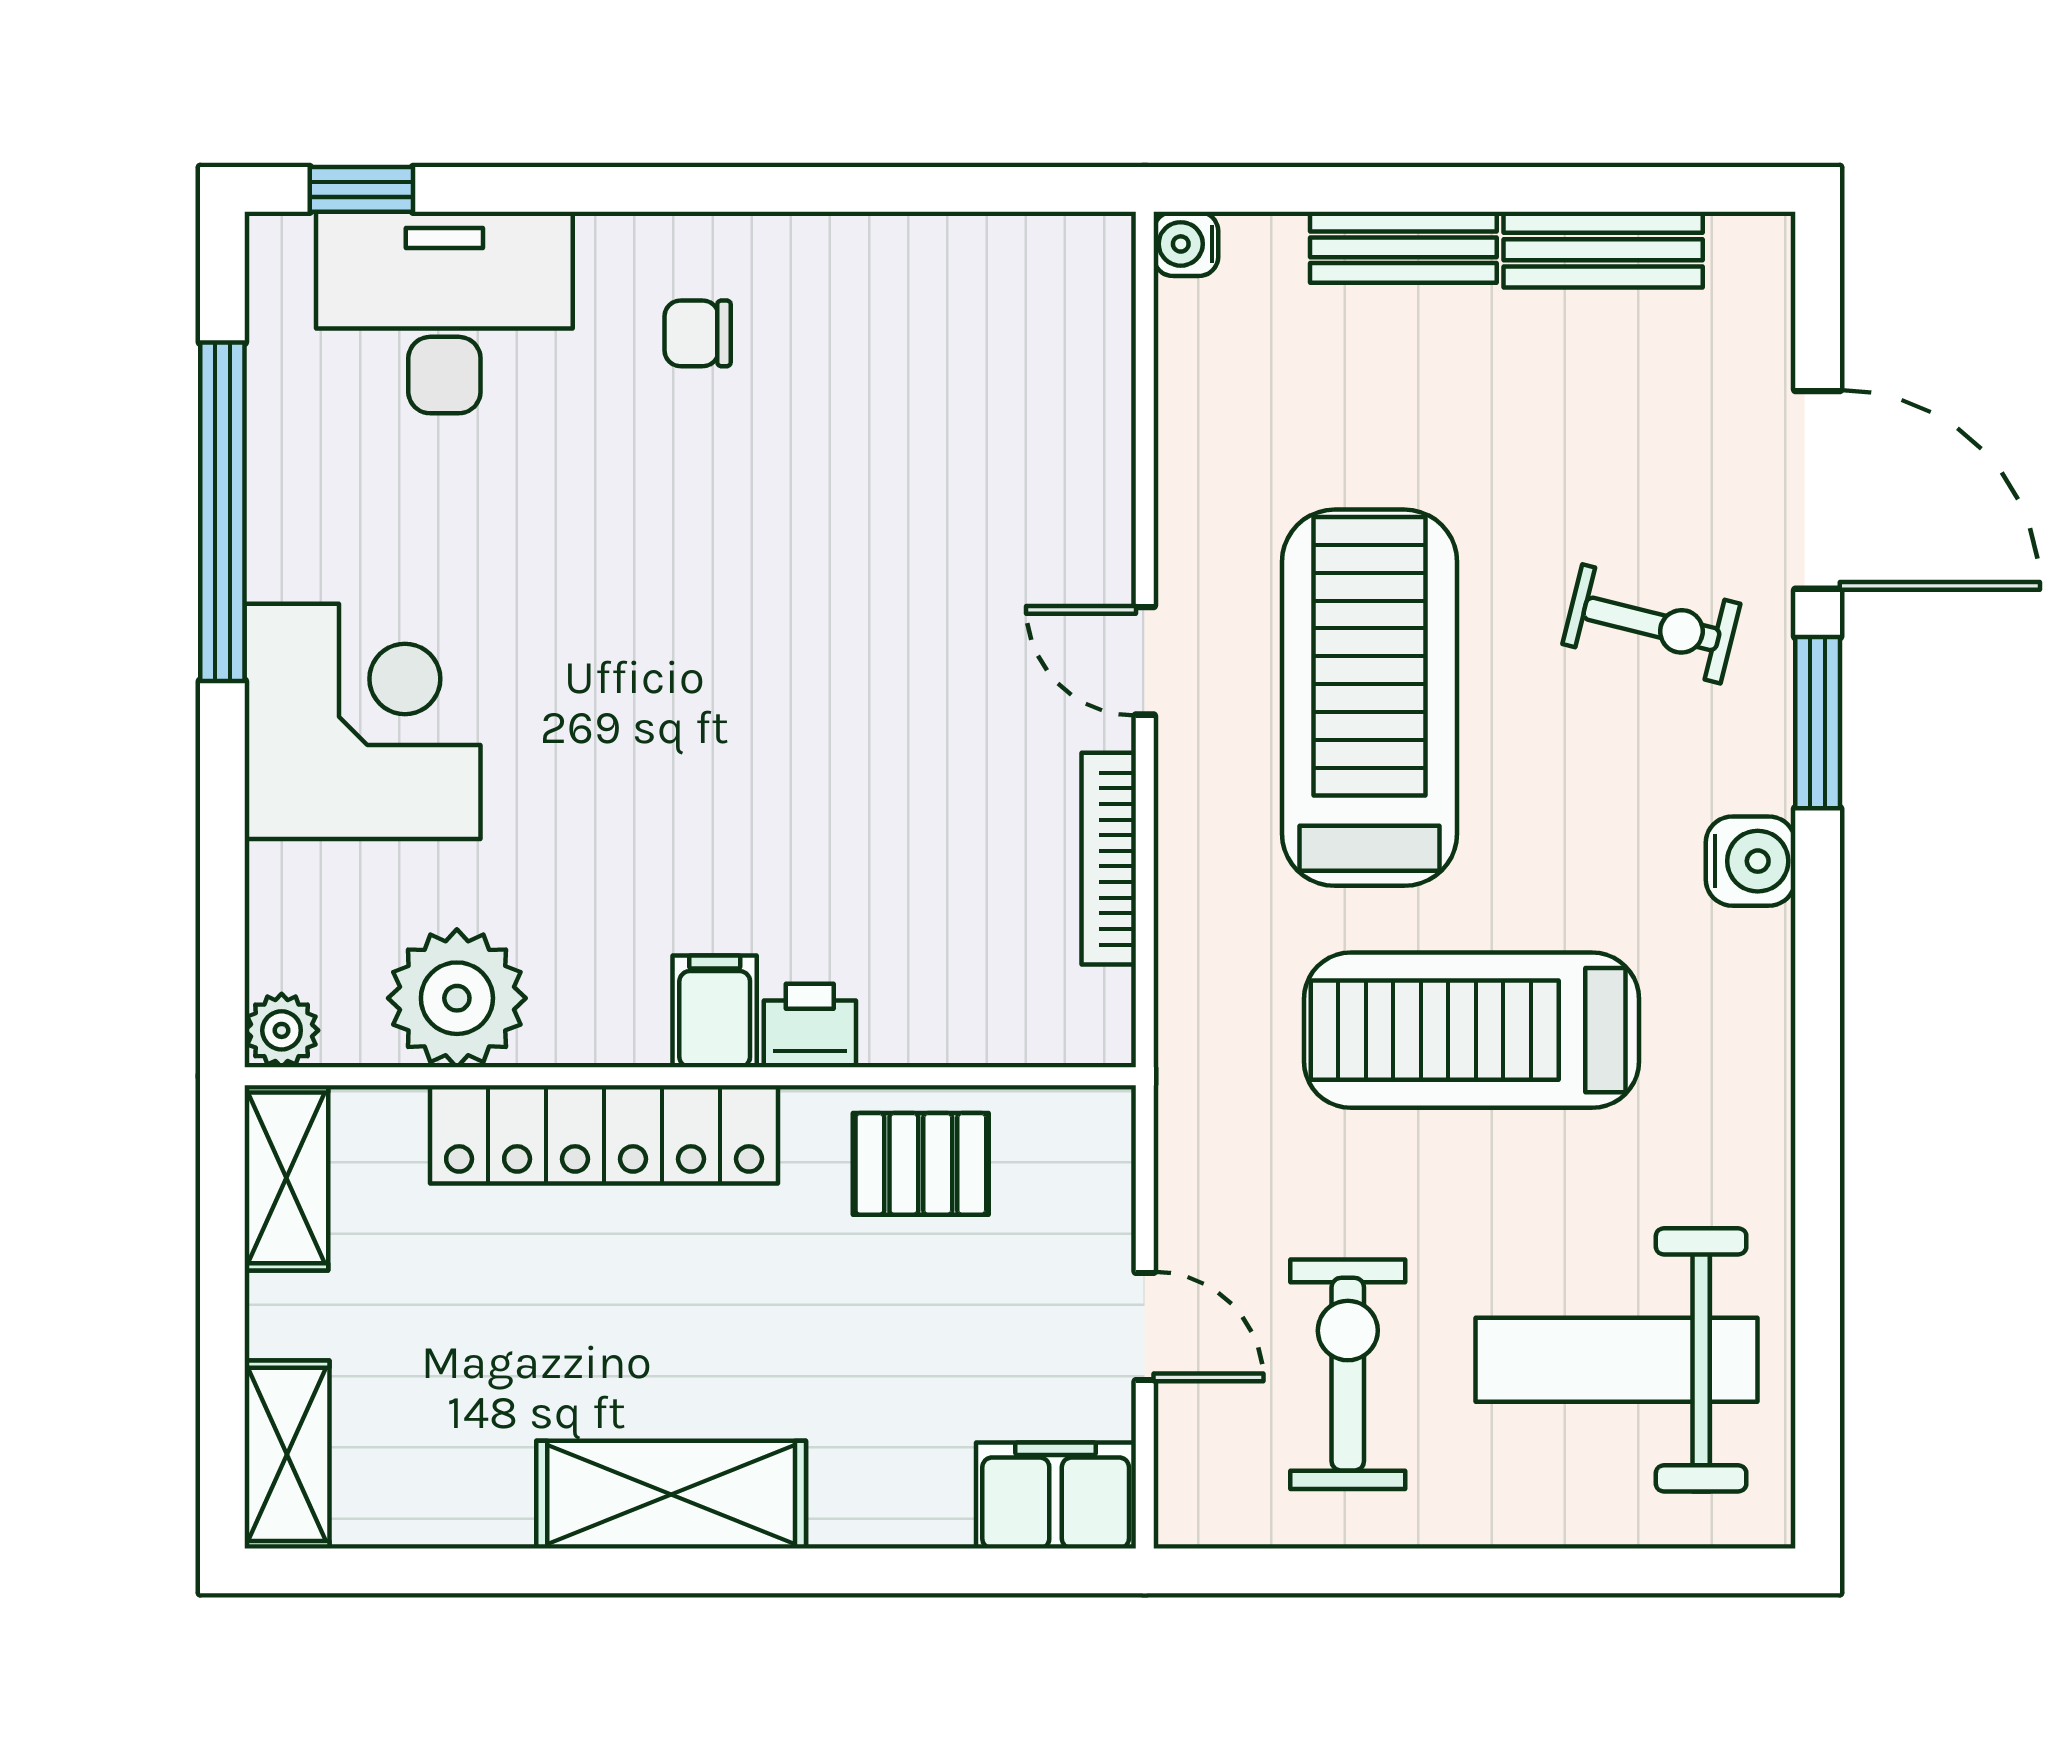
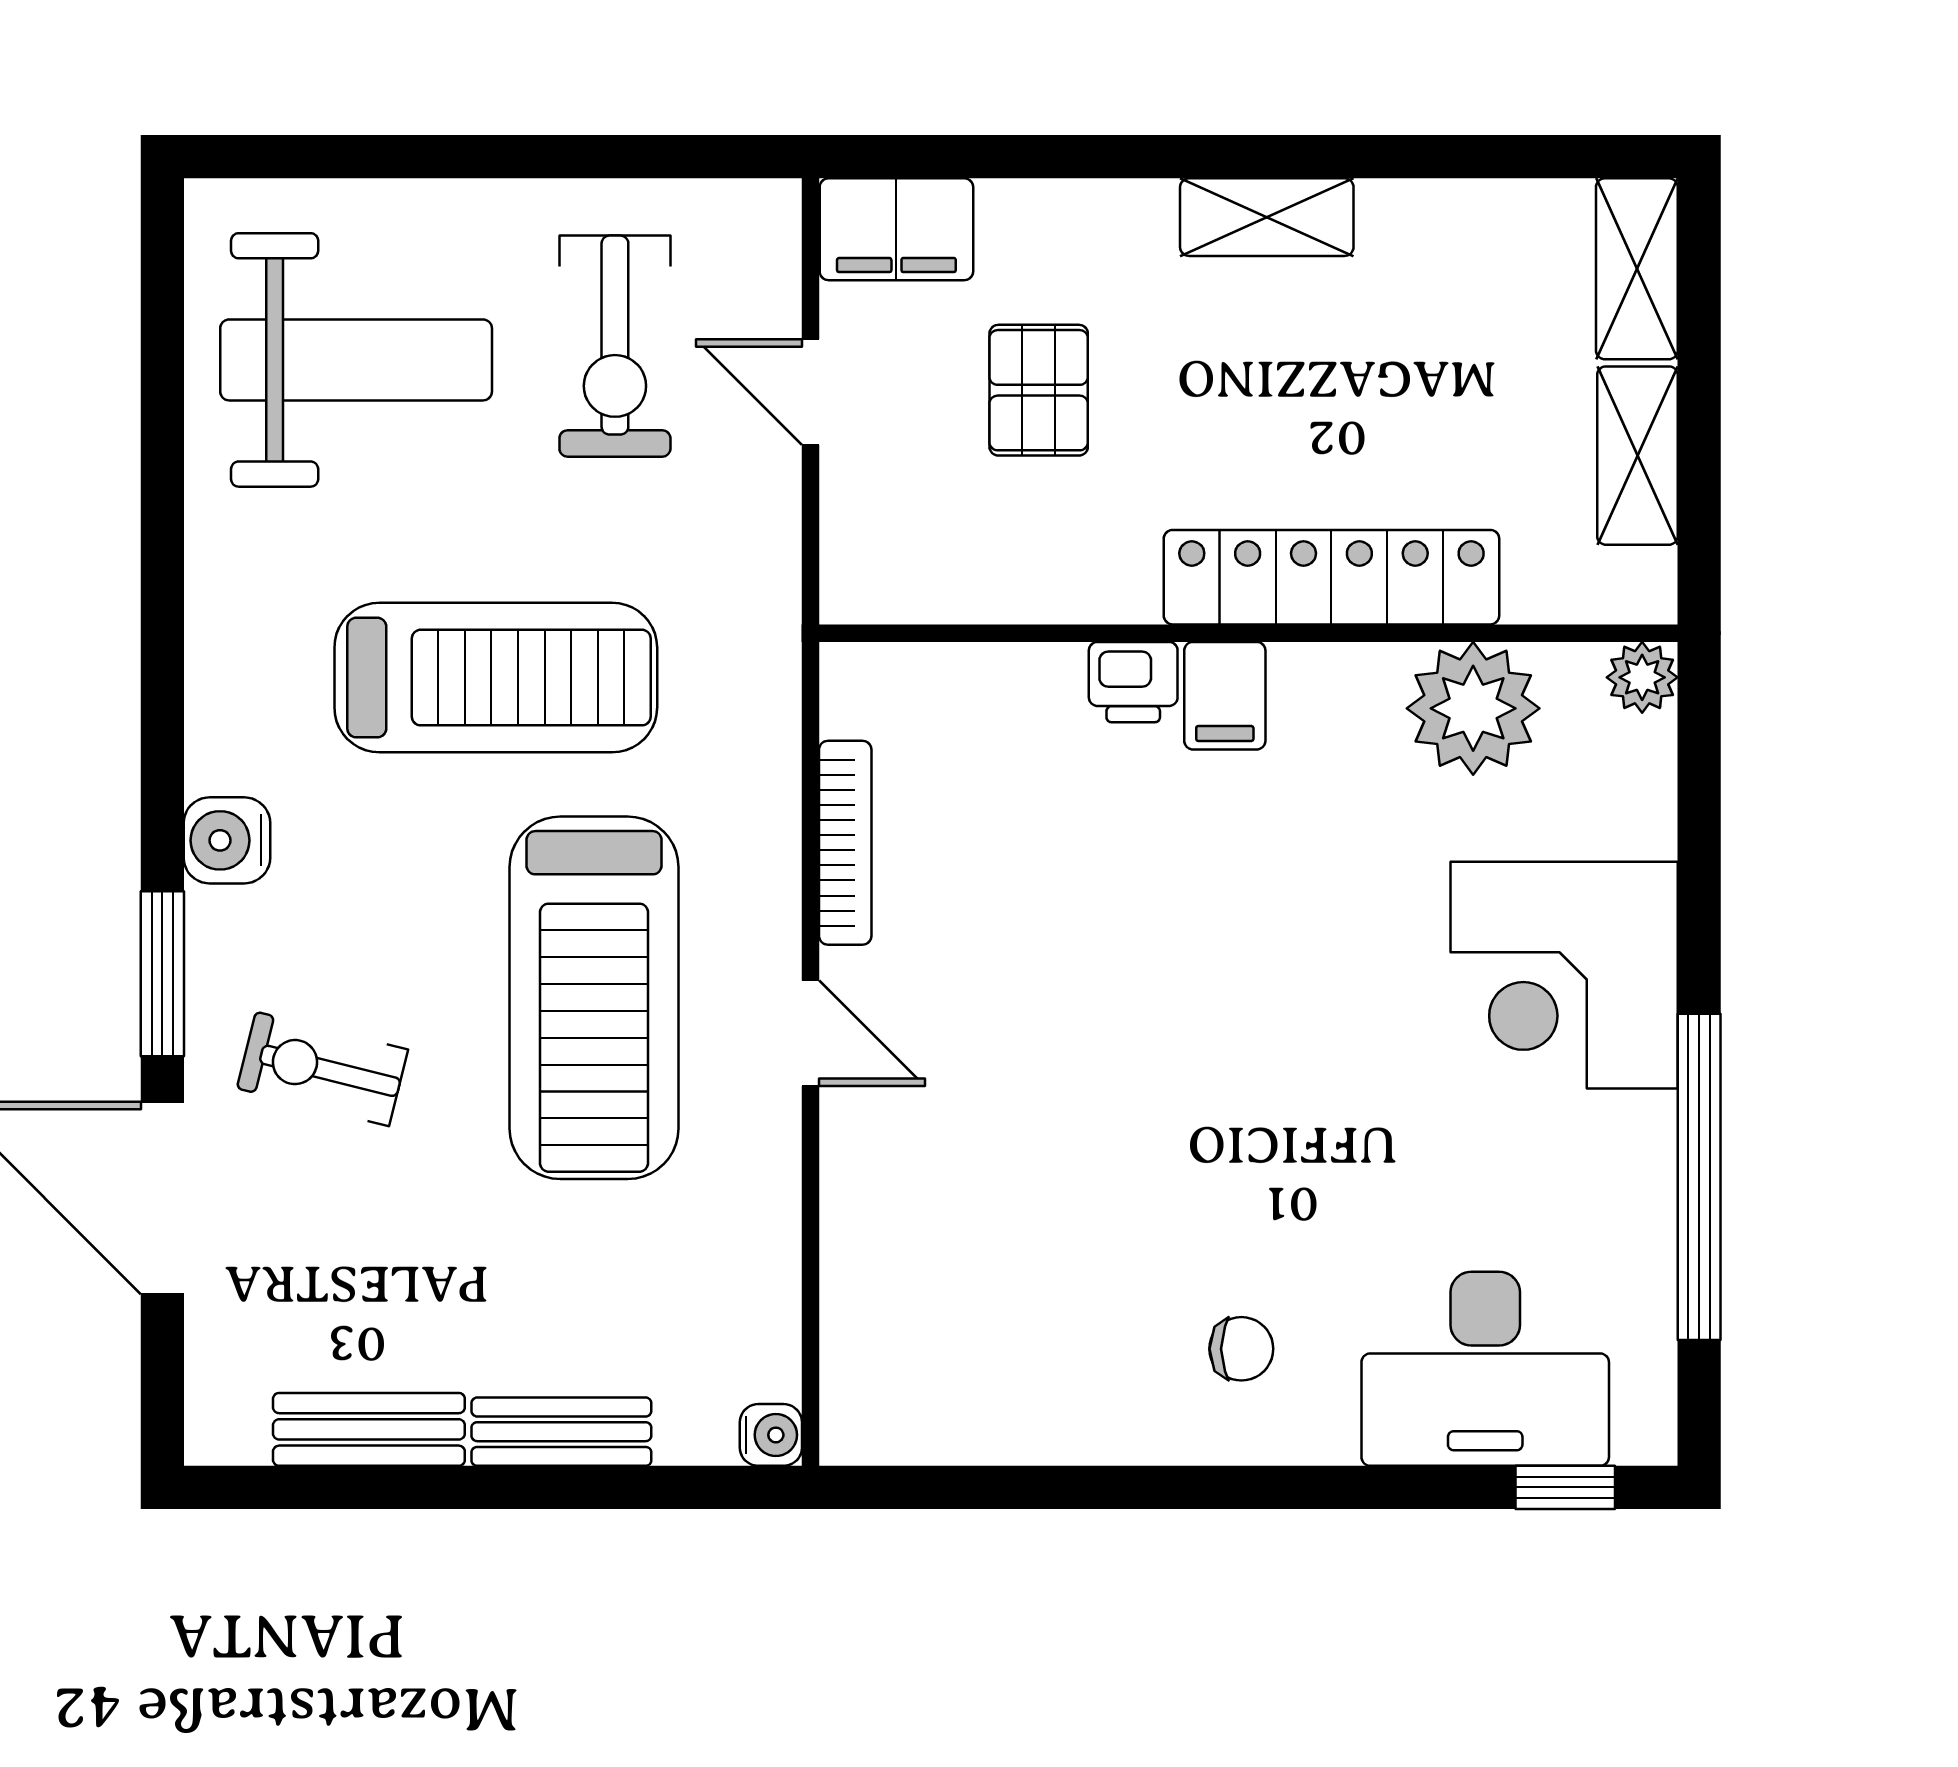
pallet: (921, 1164) -> (1039, 390), moved, turned 90
shelving: (286, 1178) -> (1637, 456), moved
shelving: (671, 1495) -> (1267, 217), width x0.67, depth x0.75

